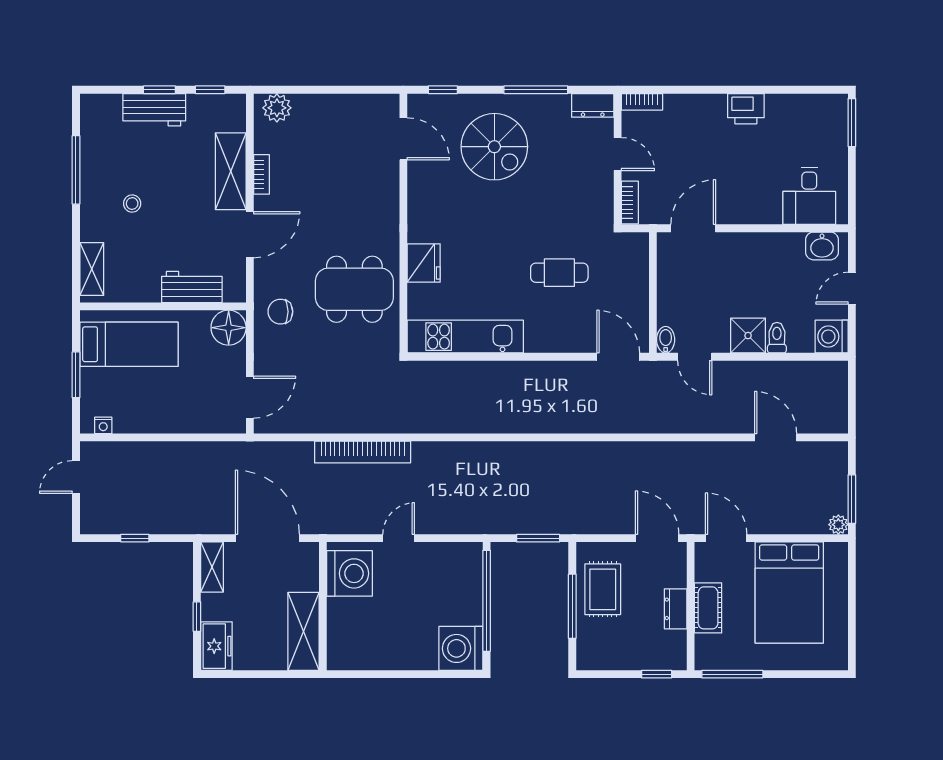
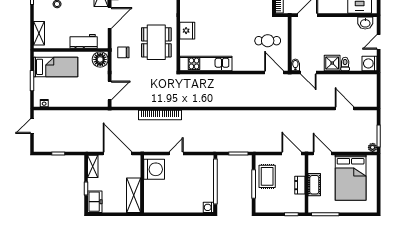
cafe table: (559, 273) -> (268, 41), moved
dining table: (354, 289) -> (156, 42), turned 90
washing machine: (461, 648) -> (209, 207), width x0.53, depth x0.53

